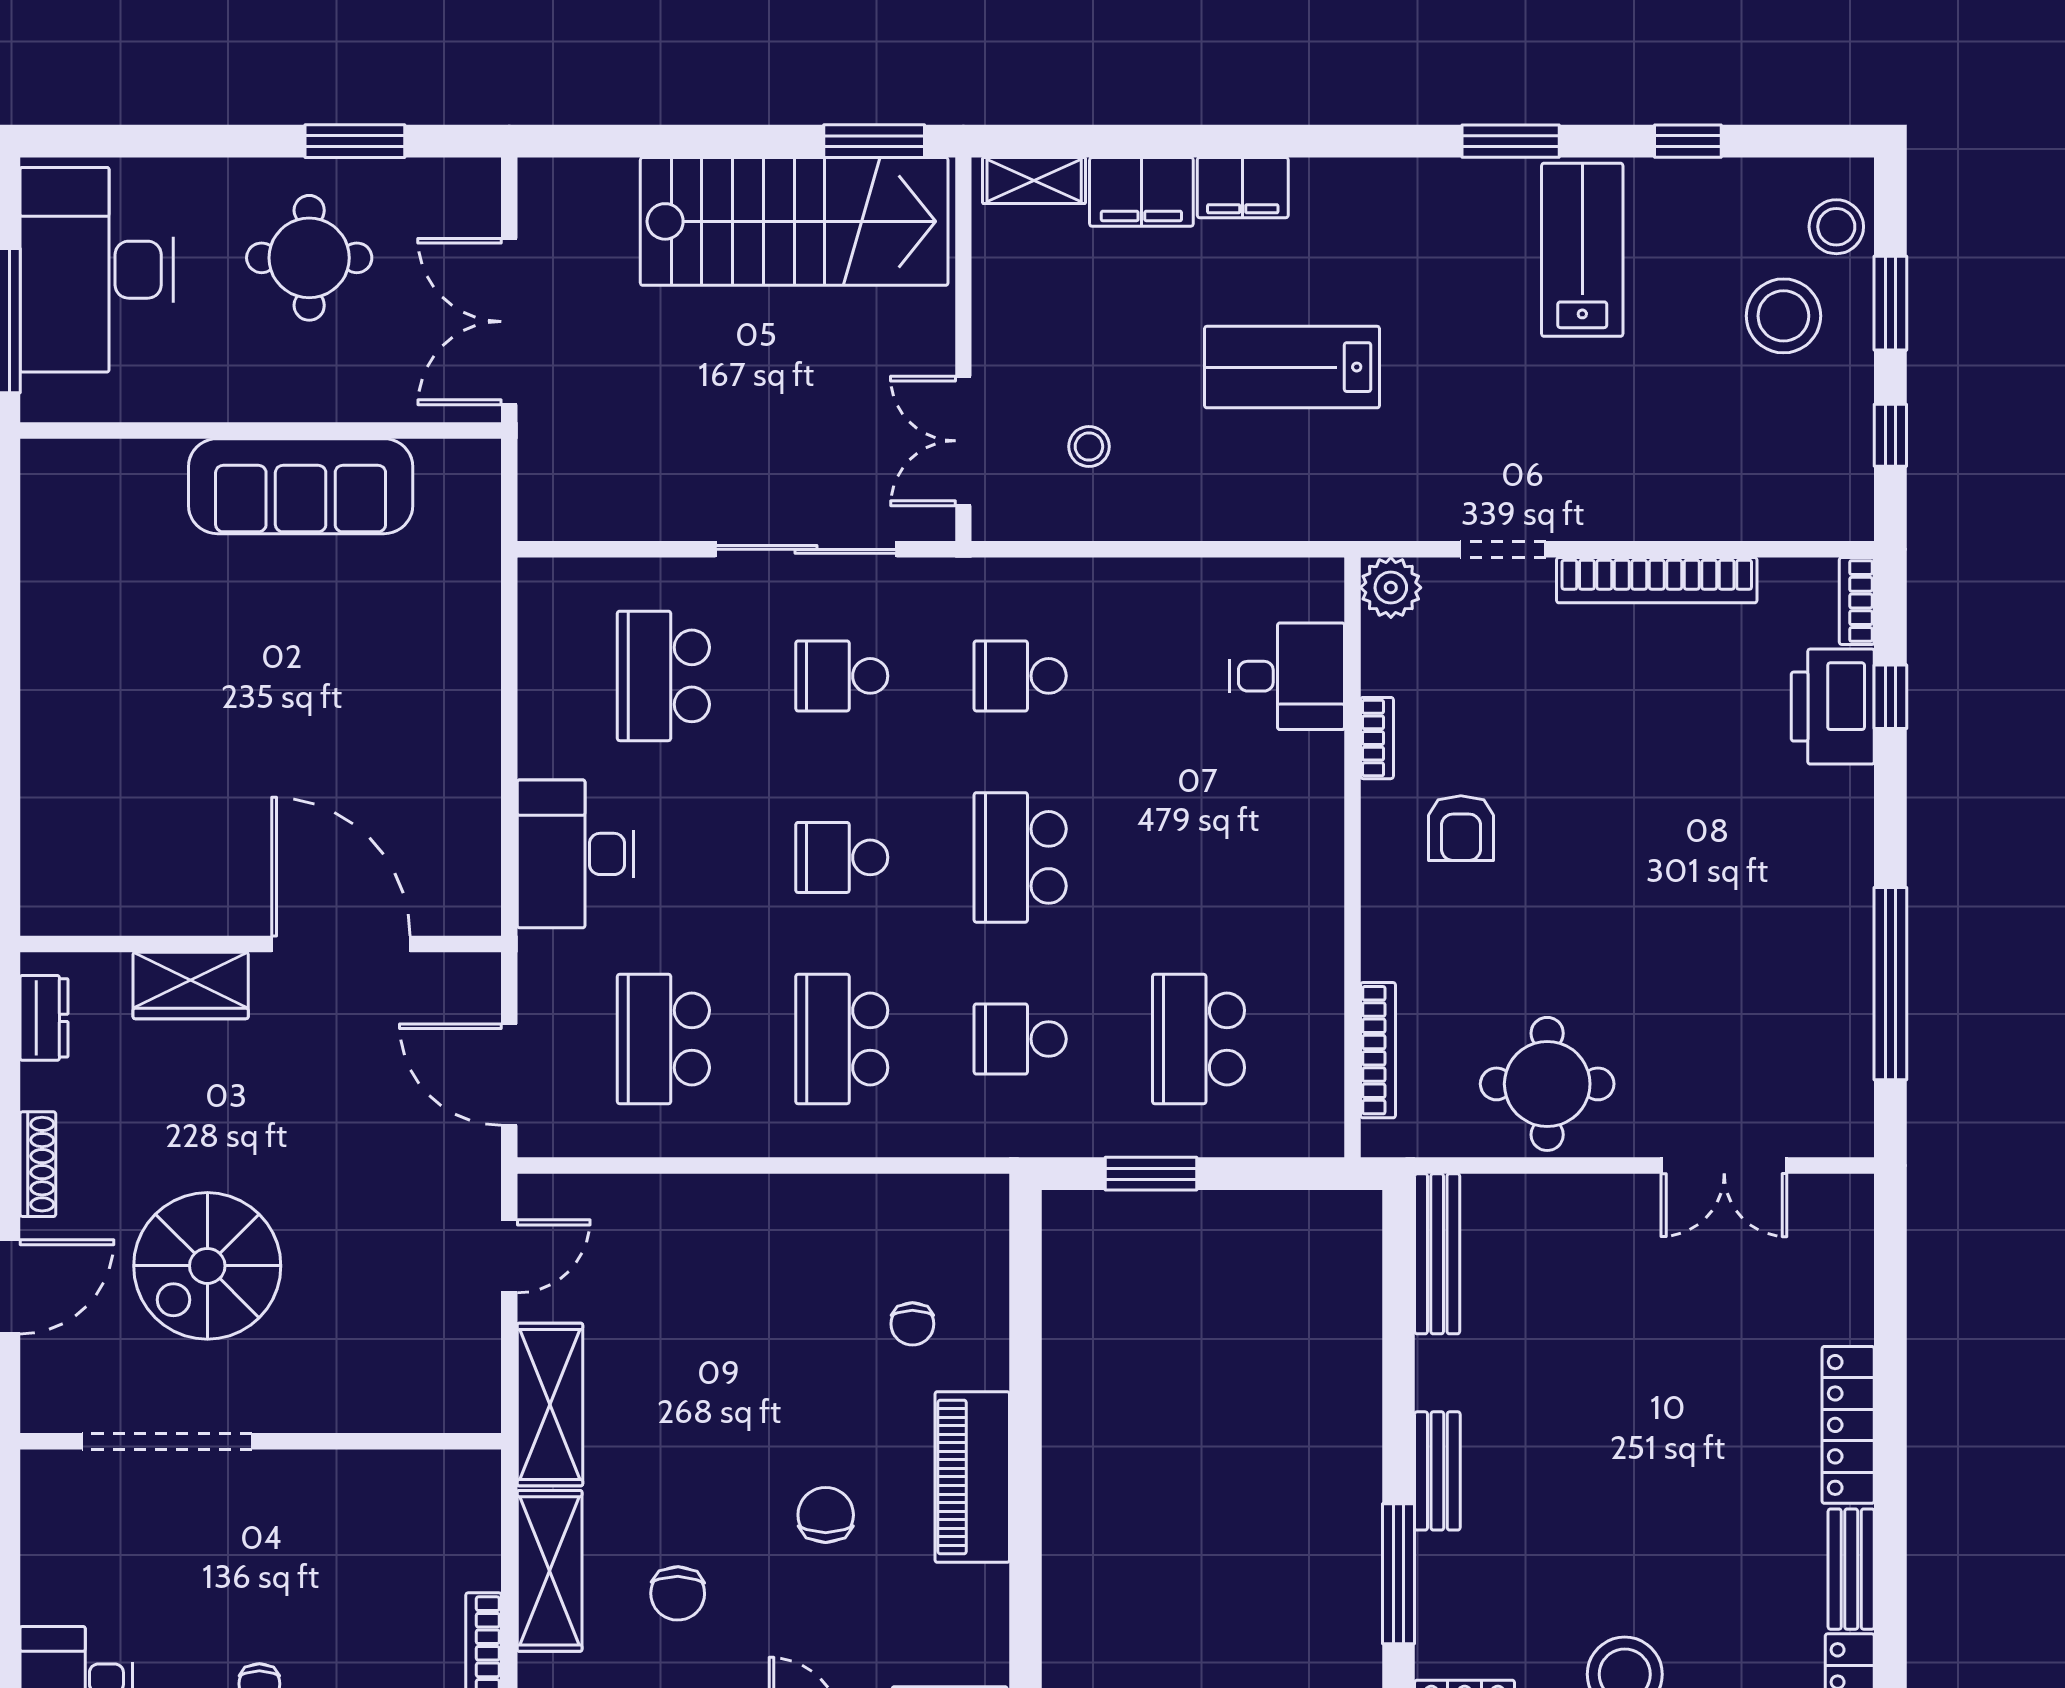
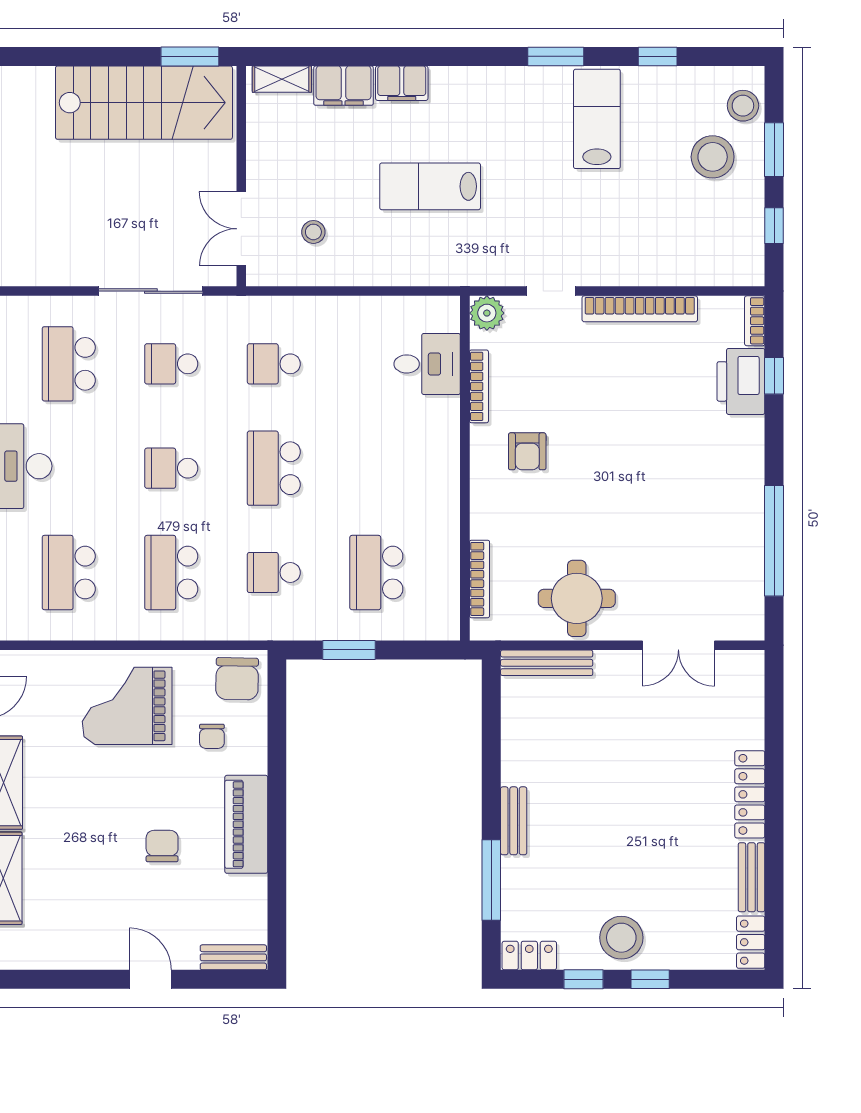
bookcase: (1377, 738) -> (479, 386), width x1.56
bench: (1437, 1254) -> (547, 663), moved, turned 90
grand piano: (765, 1271) -> (127, 706), added
chair: (678, 1593) -> (237, 679), moved, width x1.37, depth x1.37

